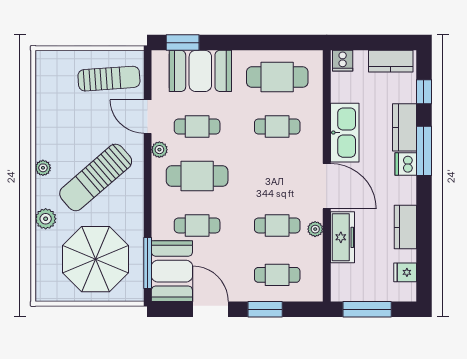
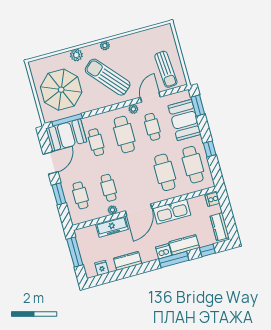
window: (259, 43) -> (210, 149), added
cafe table: (277, 127) -> (165, 172), width x1.37, depth x1.35

